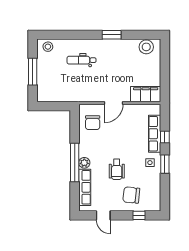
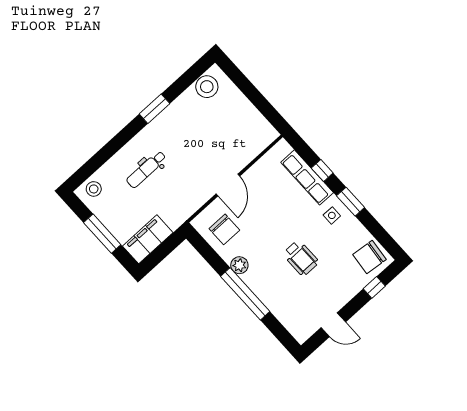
filing cabinet: (146, 94) -> (148, 239), moved
plant: (84, 163) -> (239, 265), moved
row of seats: (85, 187) -> (283, 312), removed
chair: (131, 195) -> (369, 257), moved

